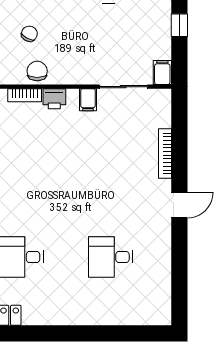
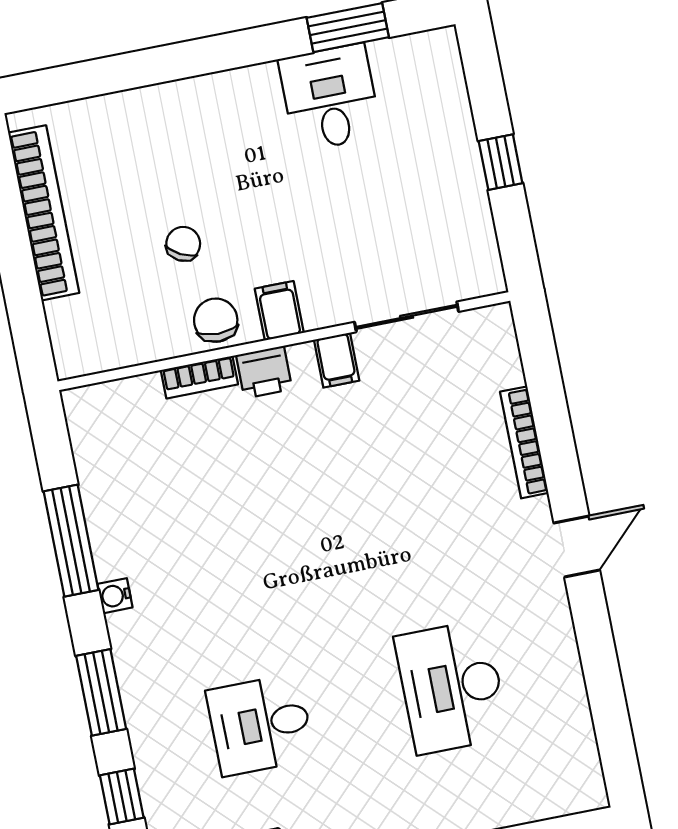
filing cabinet: (162, 72) -> (279, 311), moved
desk: (111, 257) -> (452, 687), width x1.37

